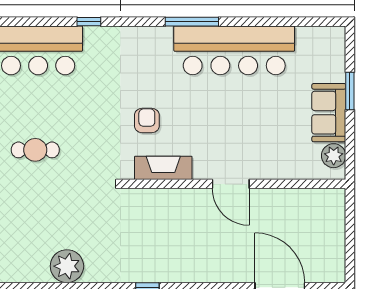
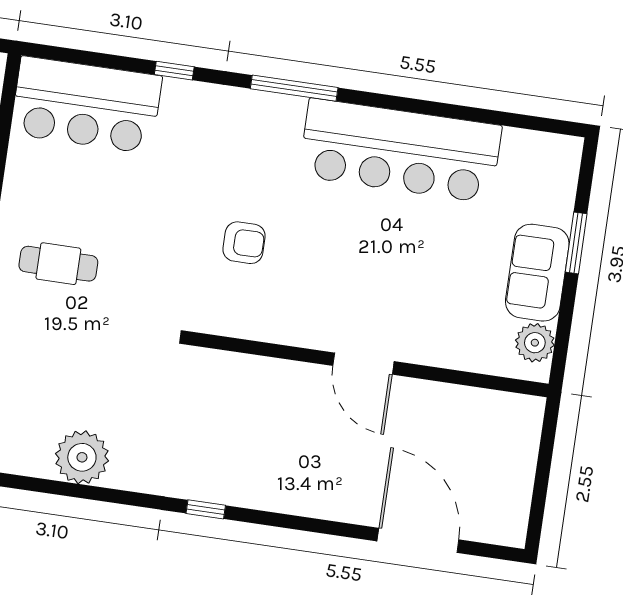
window: (192, 22) -> (294, 88), moved
armchair: (147, 121) -> (244, 243), turned 90
fireplace: (163, 168) -> (259, 322), removed

